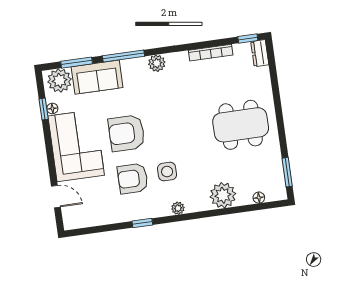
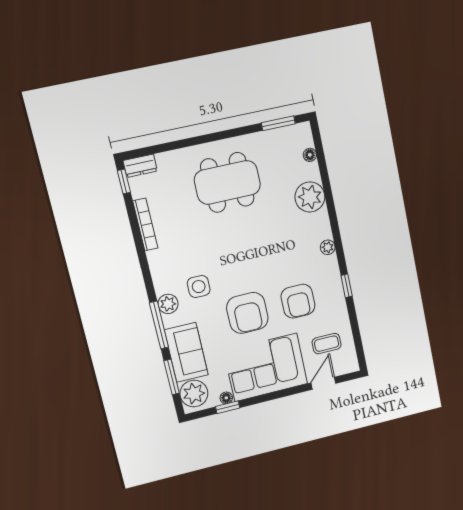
plant: (157, 63) -> (168, 304), moved
dining table: (241, 125) -> (227, 182), turned 90
side table: (167, 172) -> (199, 287), moved
coffee table: (92, 202) -> (327, 344), added

